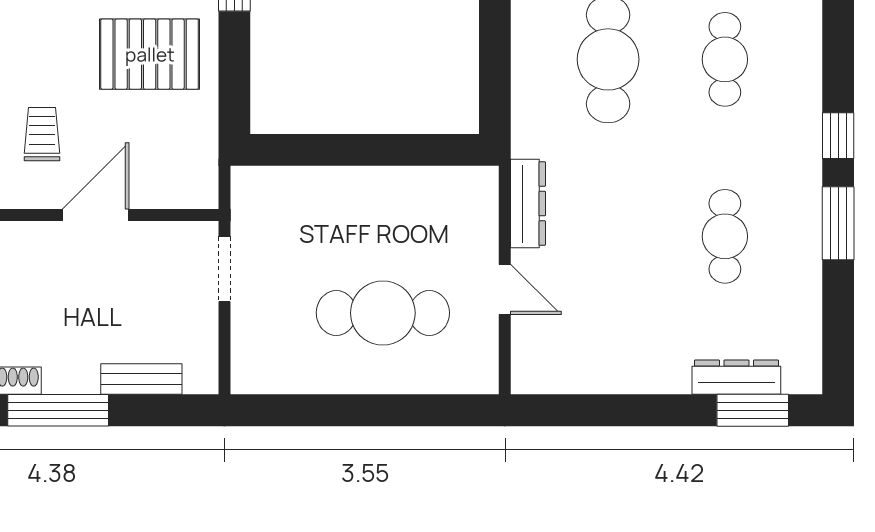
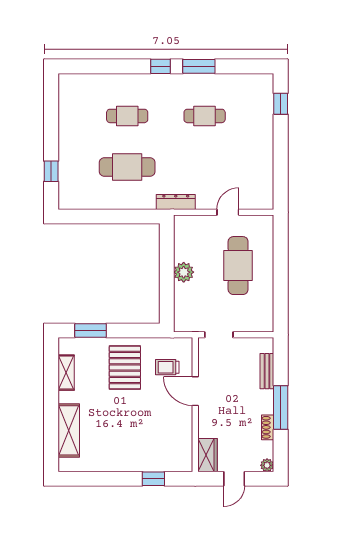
trolley: (42, 134) -> (167, 367), moved
plant: (367, 189) -> (184, 272), added
dresser: (528, 204) -> (176, 202), moved
dresser: (736, 377) -> (266, 111), removed
window: (753, 410) -> (281, 104), width x0.67

